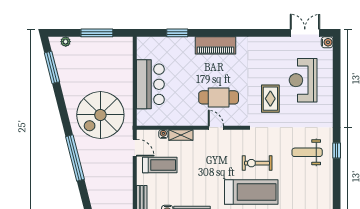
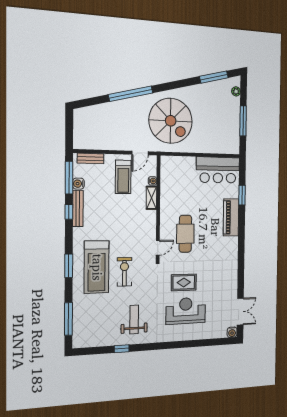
piano: (215, 45) -> (231, 217), moved
reception desk: (303, 80) -> (186, 311), moved
bar counter: (150, 84) -> (218, 170), moved
spiral stairs: (100, 115) -> (171, 121), turned 180
door: (216, 128) -> (158, 248), moved
window: (337, 151) -> (122, 349), moved

